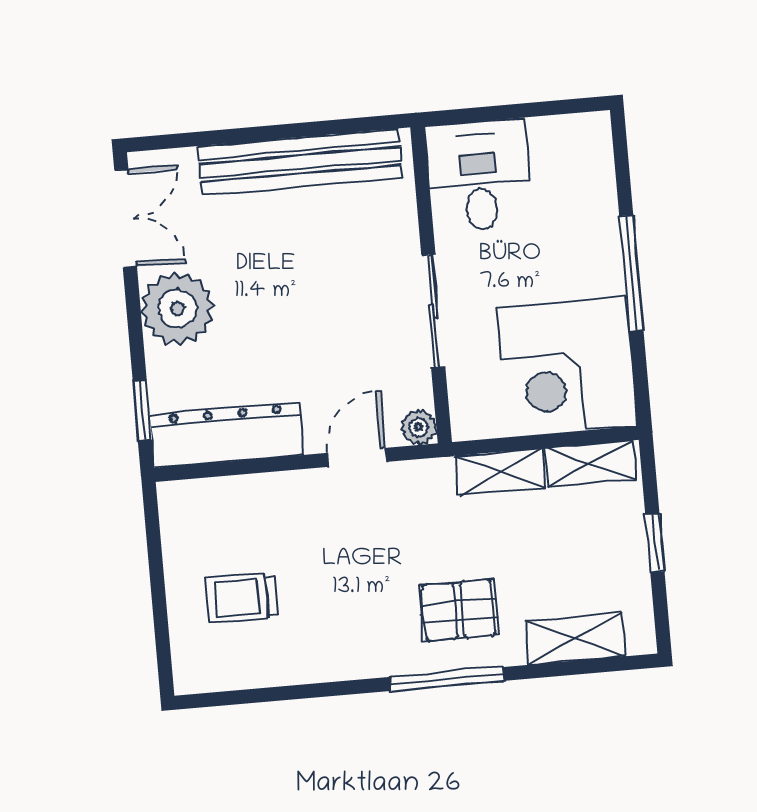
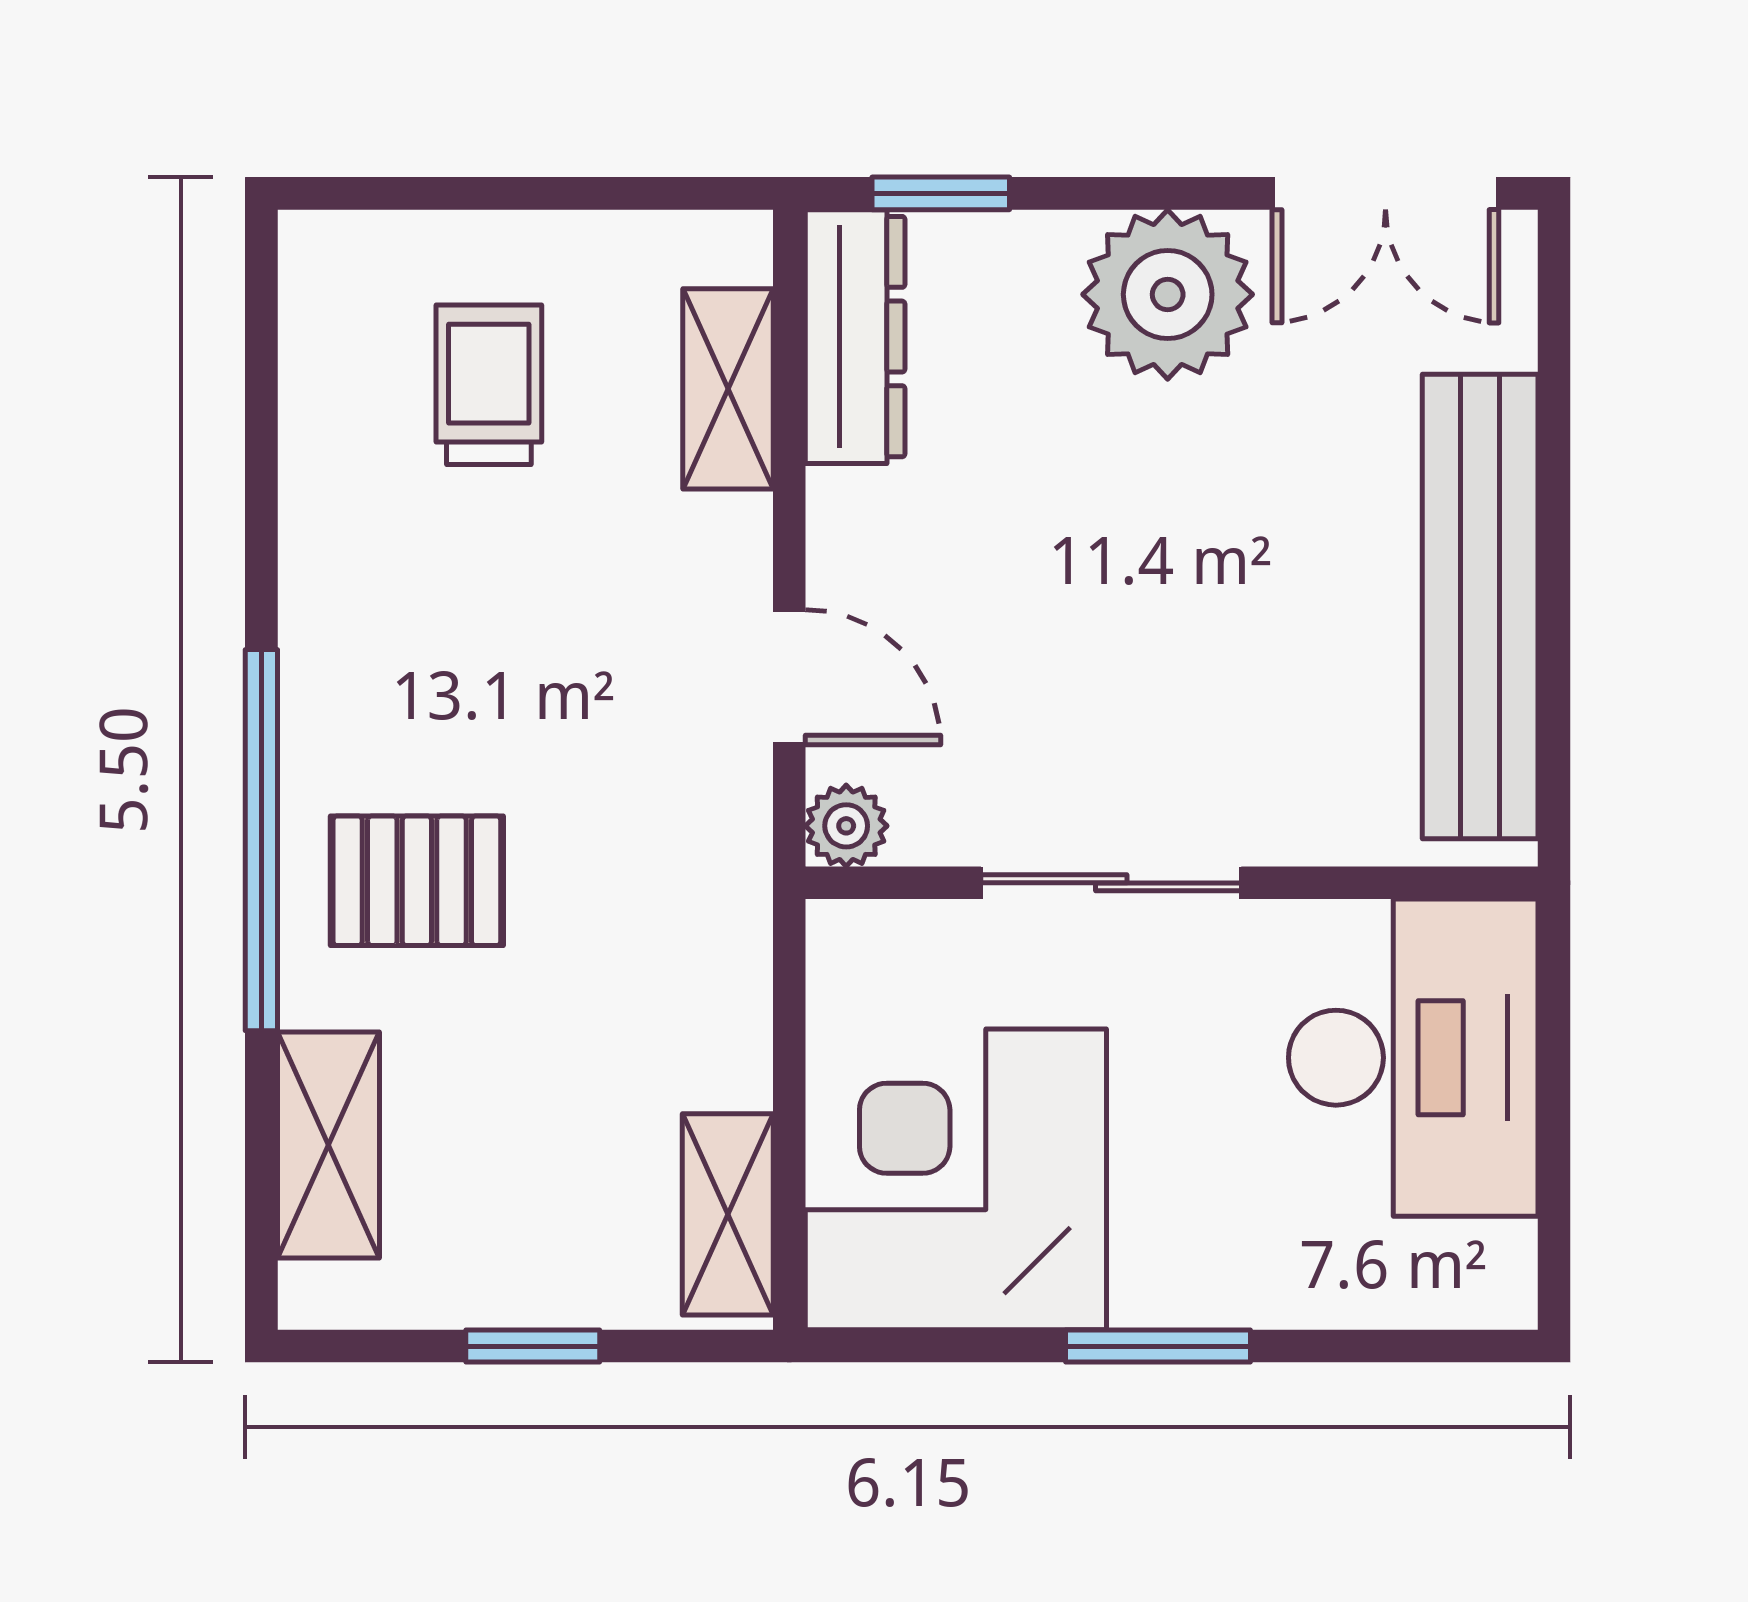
desk: (479, 176) -> (1413, 1058), width x1.37
window: (631, 273) -> (1158, 1346), width x0.69
dresser: (227, 435) -> (855, 337), width x0.73, depth x0.80
shelving: (500, 471) -> (728, 389), moved
pallet: (459, 610) -> (417, 881), turned 90
window: (447, 679) -> (261, 840), width x1.46

